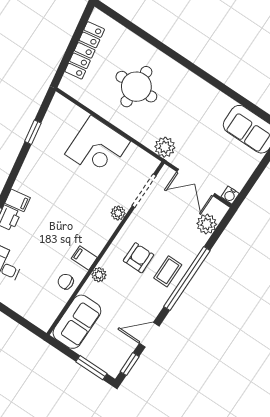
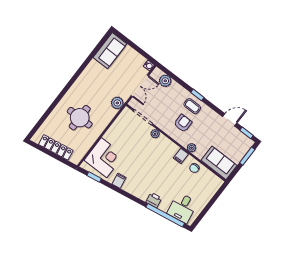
window: (33, 132) -> (94, 177), moved
corner desk: (97, 148) -> (104, 158), moved
filing cabinet: (18, 200) -> (119, 181), moved
armchair: (139, 258) -> (183, 123), turned 90
window: (187, 279) -> (197, 95), width x0.32
door: (149, 335) -> (230, 120), swing flipped

